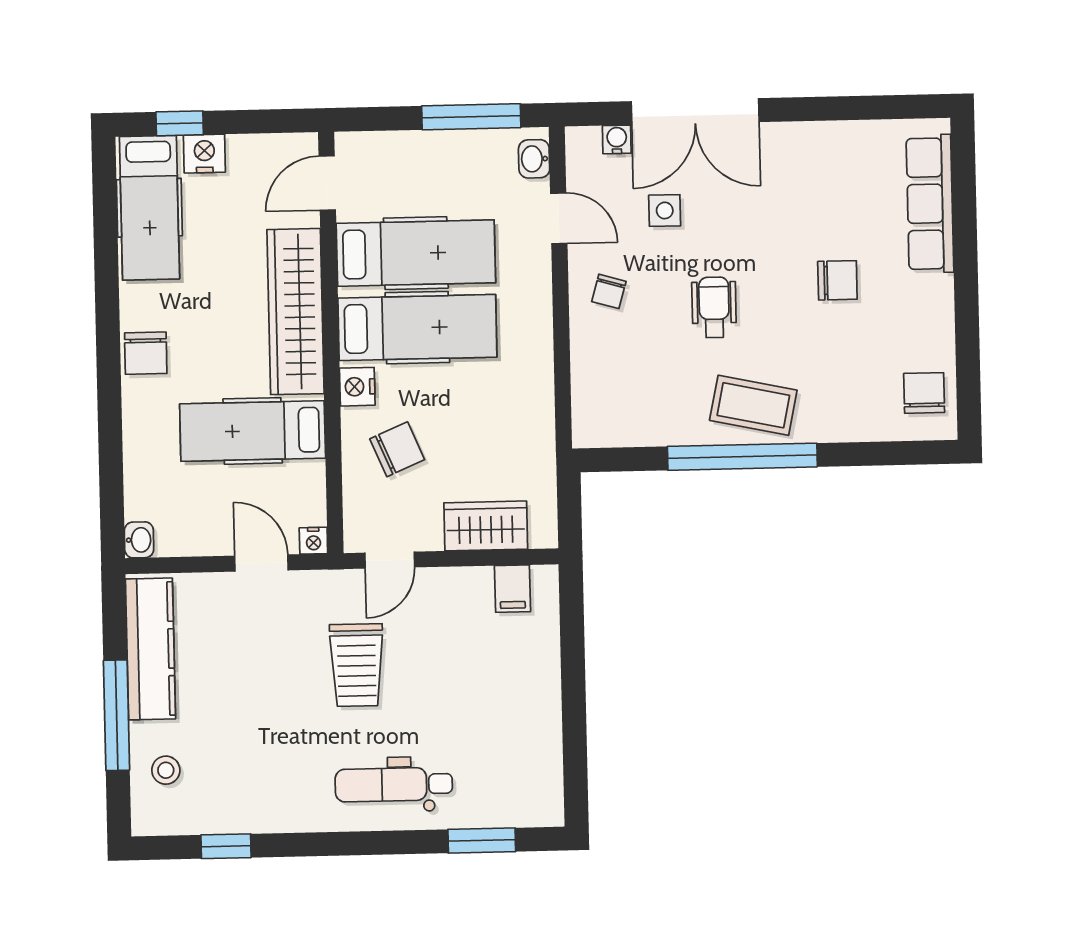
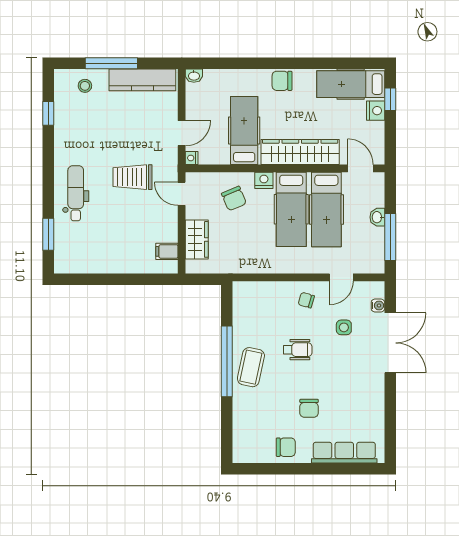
double door: (695, 112) -> (390, 343), swing flipped
washbasin: (534, 159) -> (377, 217), moved, turned -90
chair: (924, 393) -> (286, 447), moved

